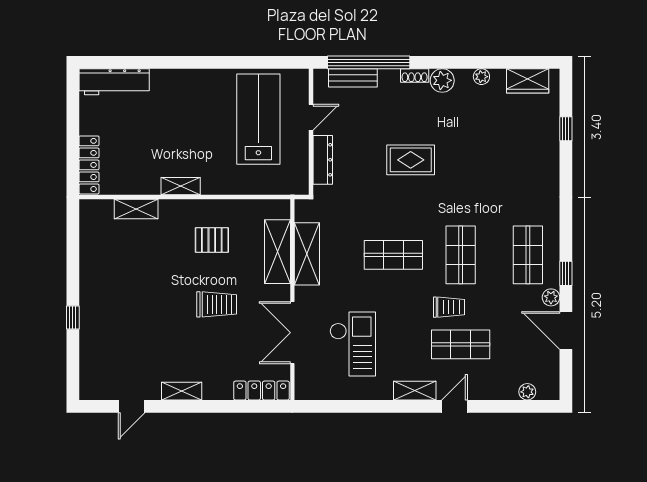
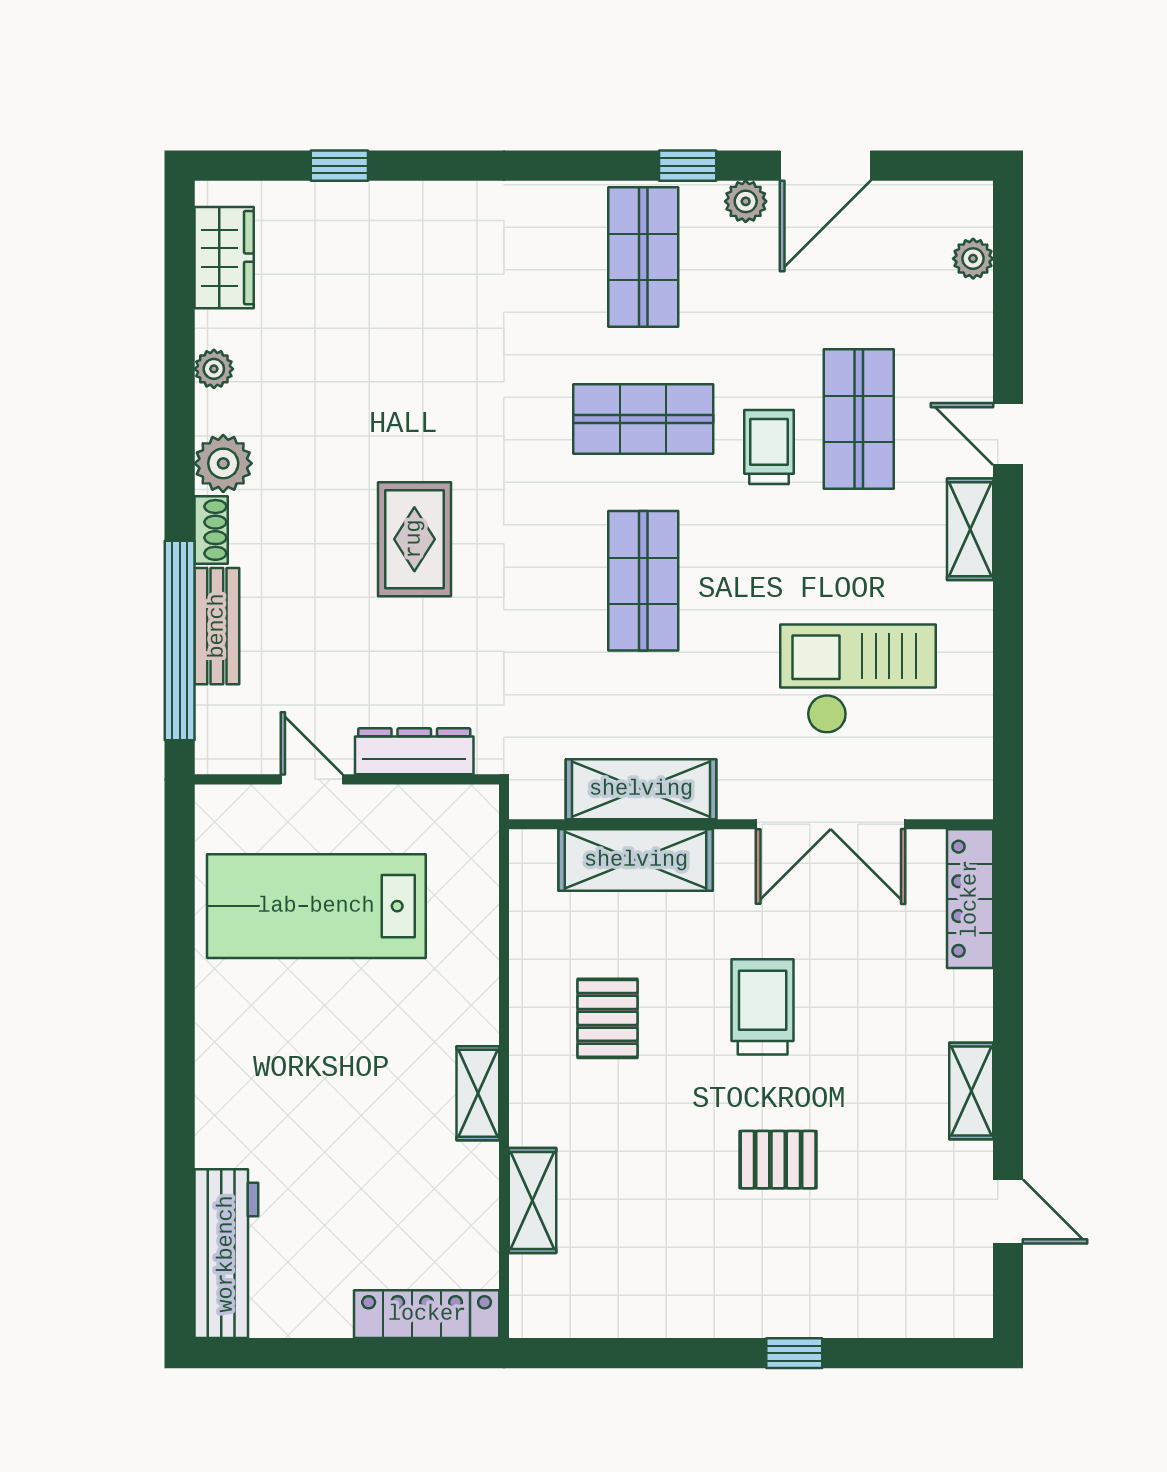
bench: (353, 78) -> (217, 626), moved
shop shelf: (528, 255) -> (643, 257), turned 90
pallet: (153, 311) -> (778, 1160), added

